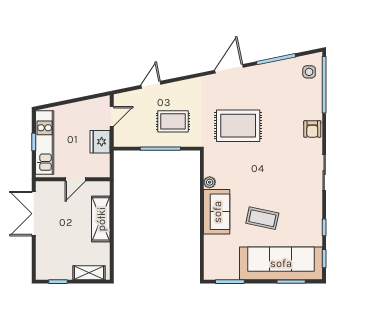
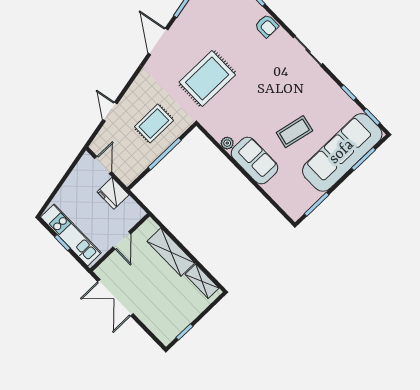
shelving: (89, 273) -> (202, 281), moved, turned 90

